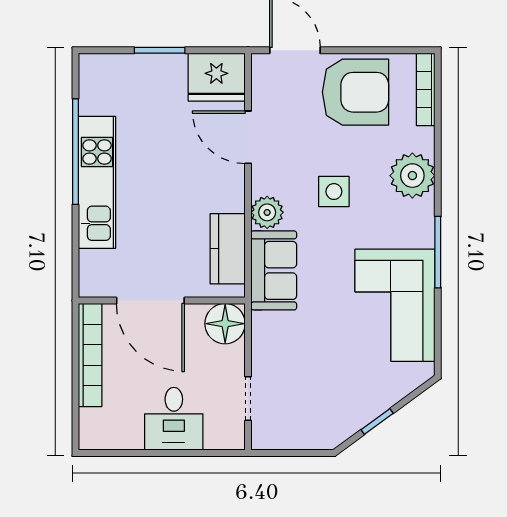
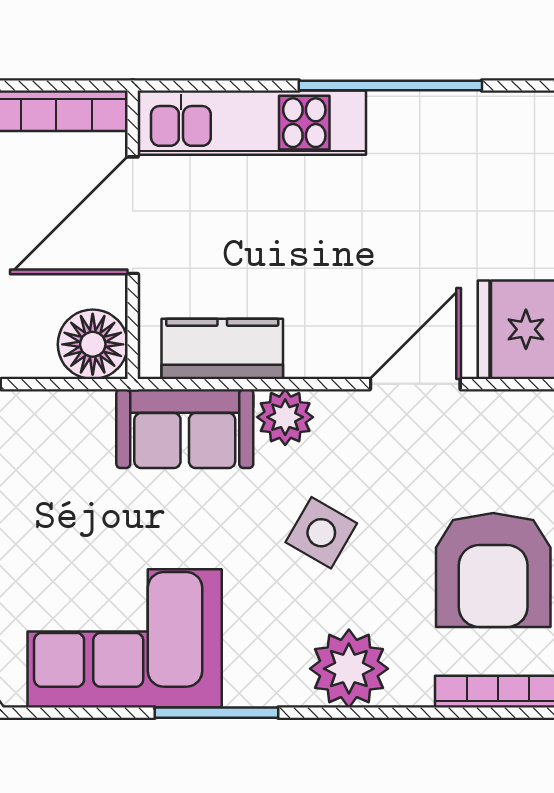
kitchen unit: (97, 182) -> (252, 123), moved
side table: (334, 192) -> (321, 533), turned 30

